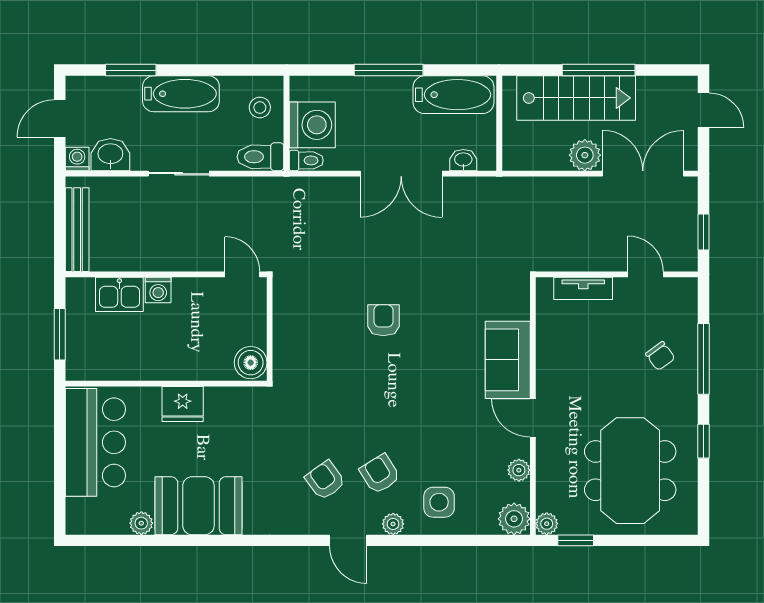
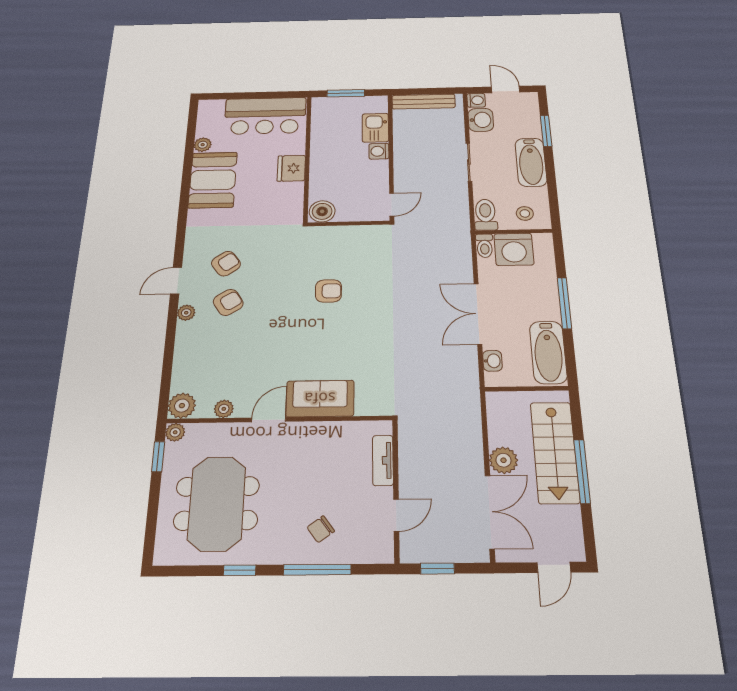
armchair: (383, 320) -> (328, 291), moved
meeting table: (630, 471) -> (217, 503), turned 90
side table: (439, 502) -> (201, 347), removed

